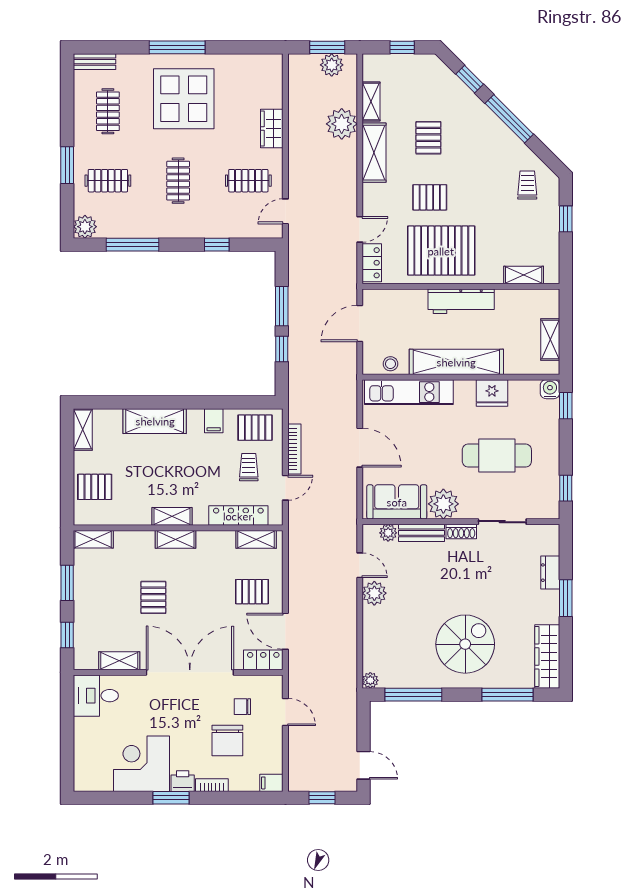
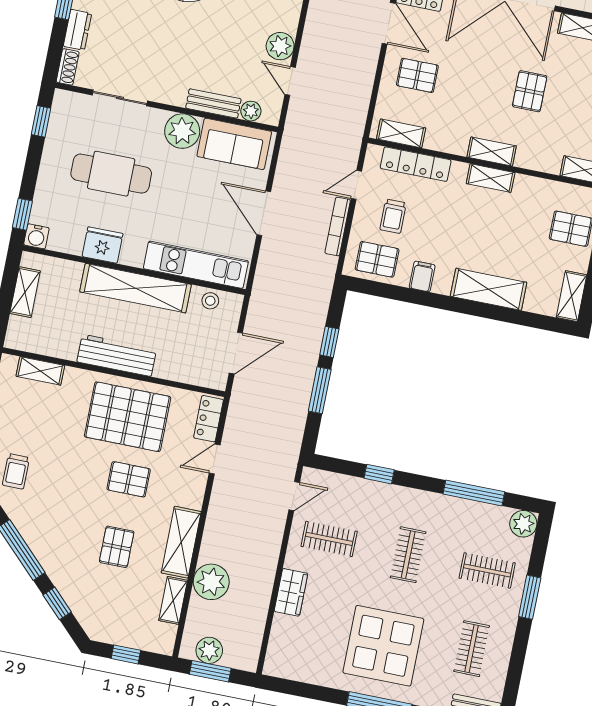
shoe rack: (461, 531) -> (68, 67), moved, turned 90

